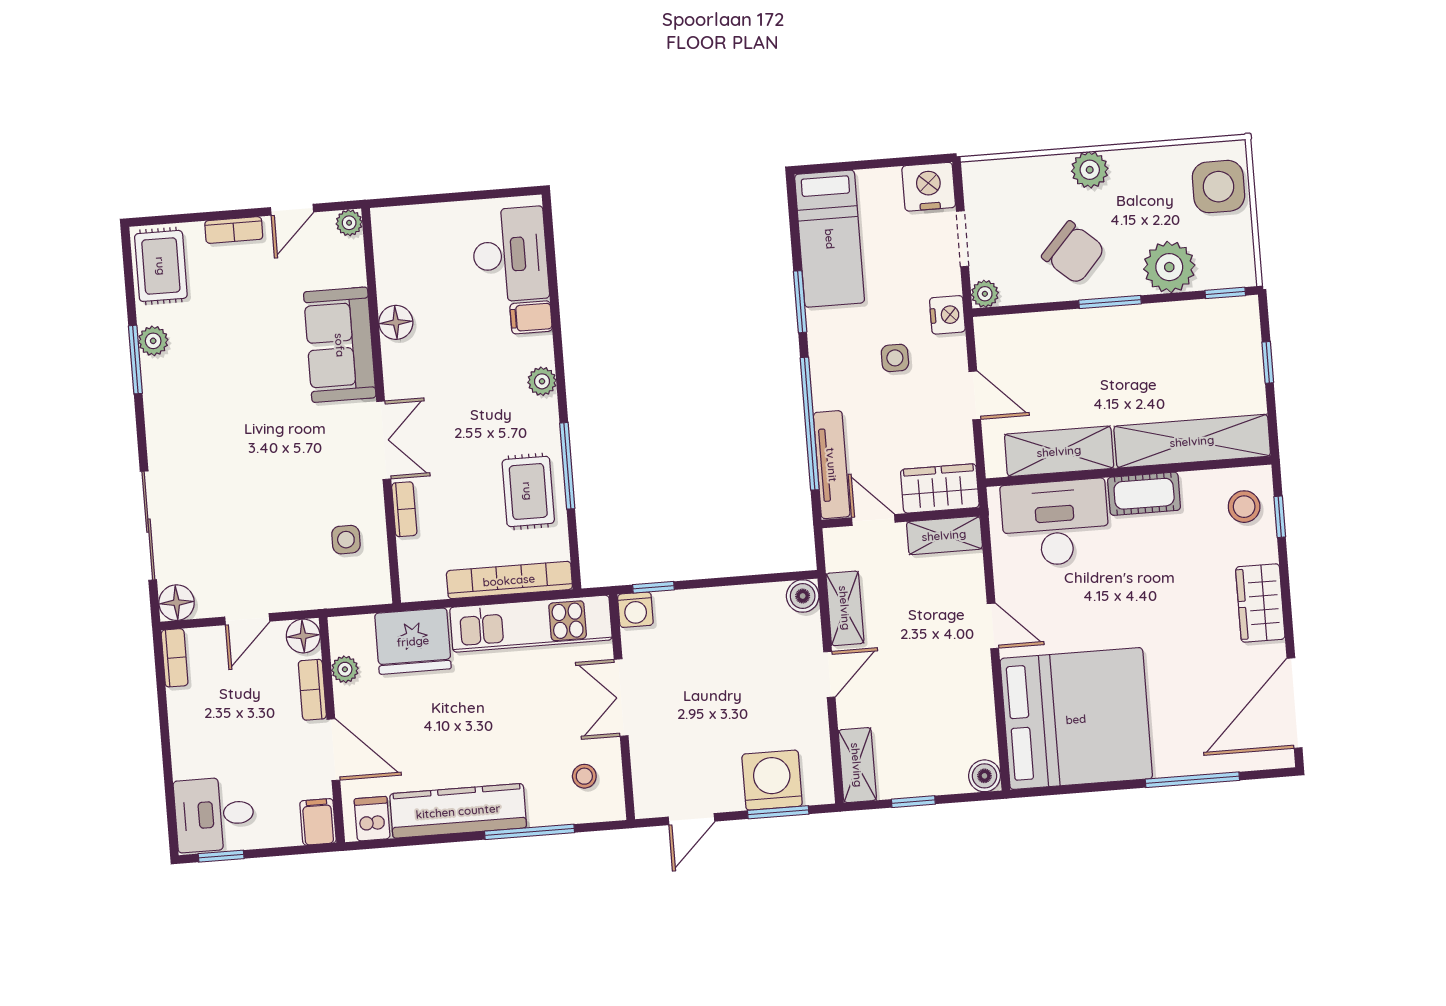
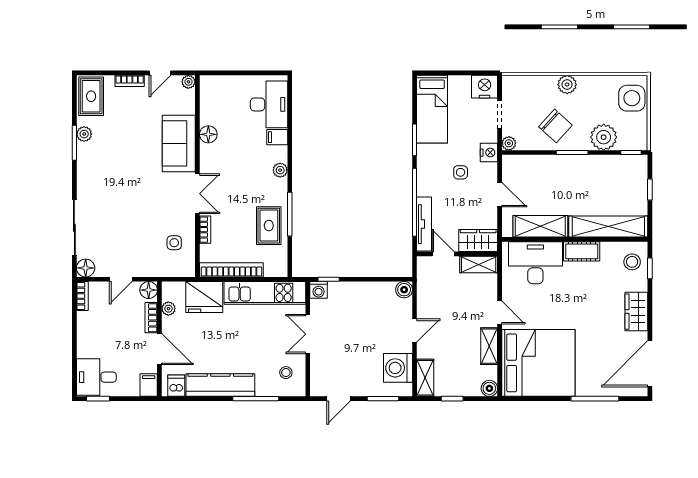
bookcase: (509, 580) -> (231, 270), moved
shelving: (845, 608) -> (489, 346), moved
washing machine: (772, 780) -> (398, 368), moved, turned -90

